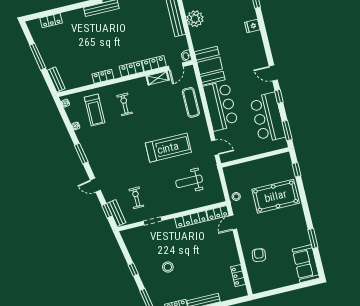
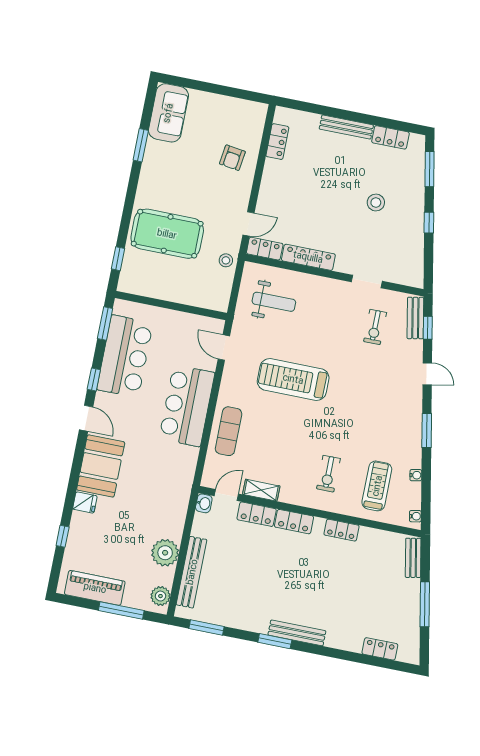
booth: (210, 66) -> (101, 466), moved
weight bench: (189, 181) -> (274, 302), moved

